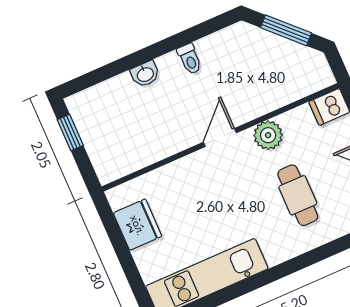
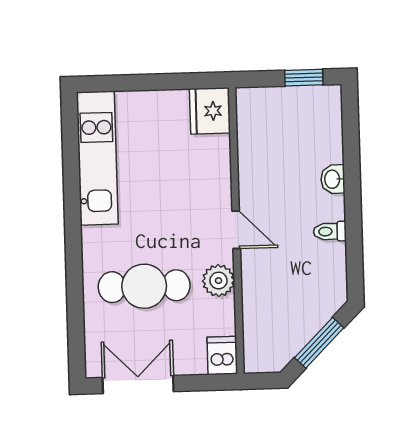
cafe table: (298, 195) -> (144, 286), width x1.37, depth x1.35
fridge: (138, 225) -> (210, 111), moved, turned 90

